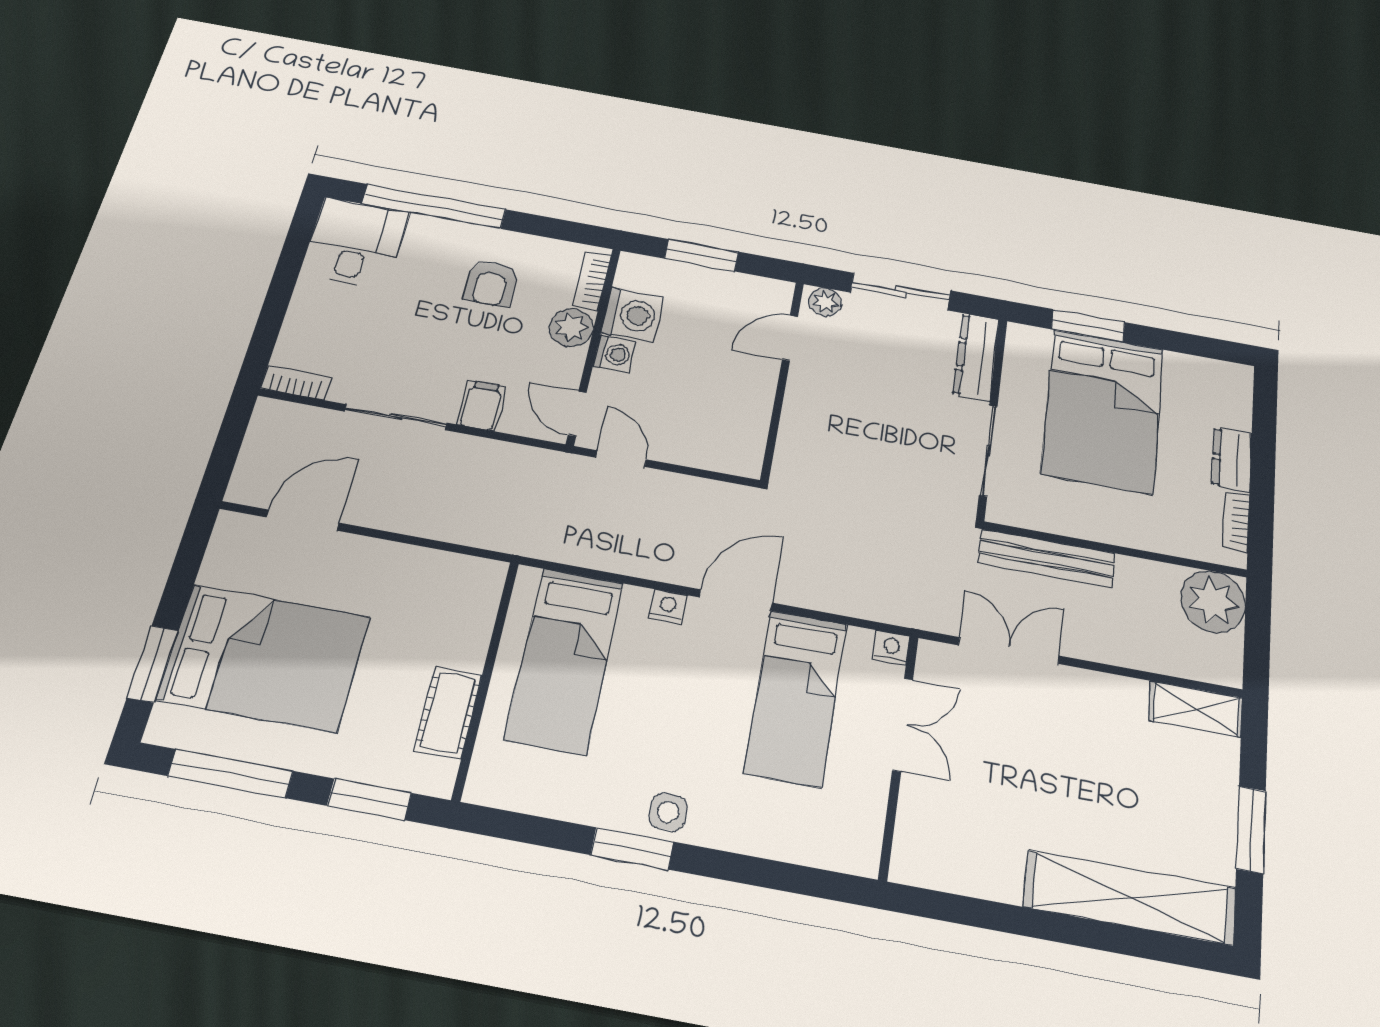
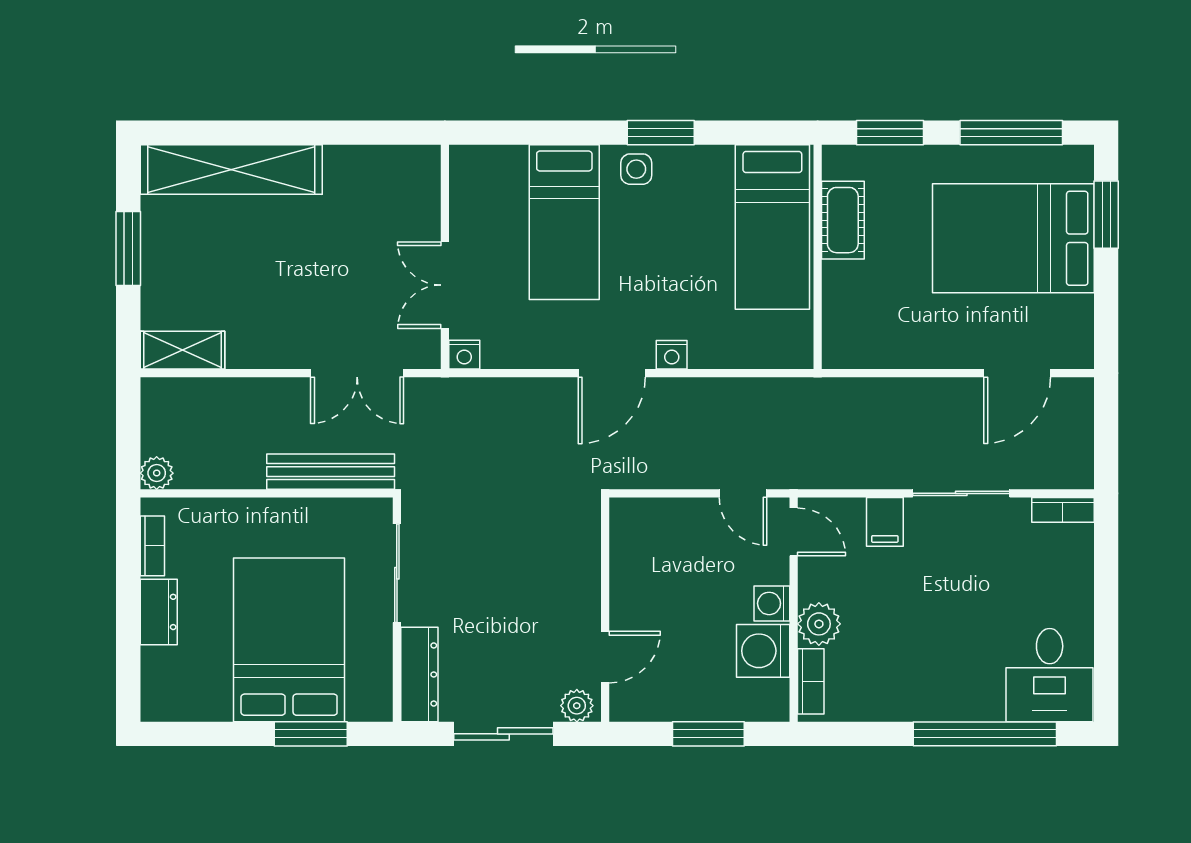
armchair: (491, 283) -> (908, 657), removed
plant: (1213, 601) -> (157, 473), width x0.53, depth x0.53
bed: (565, 660) -> (772, 227), moved, turned 180
bed: (796, 698) -> (564, 222), moved, turned 180

